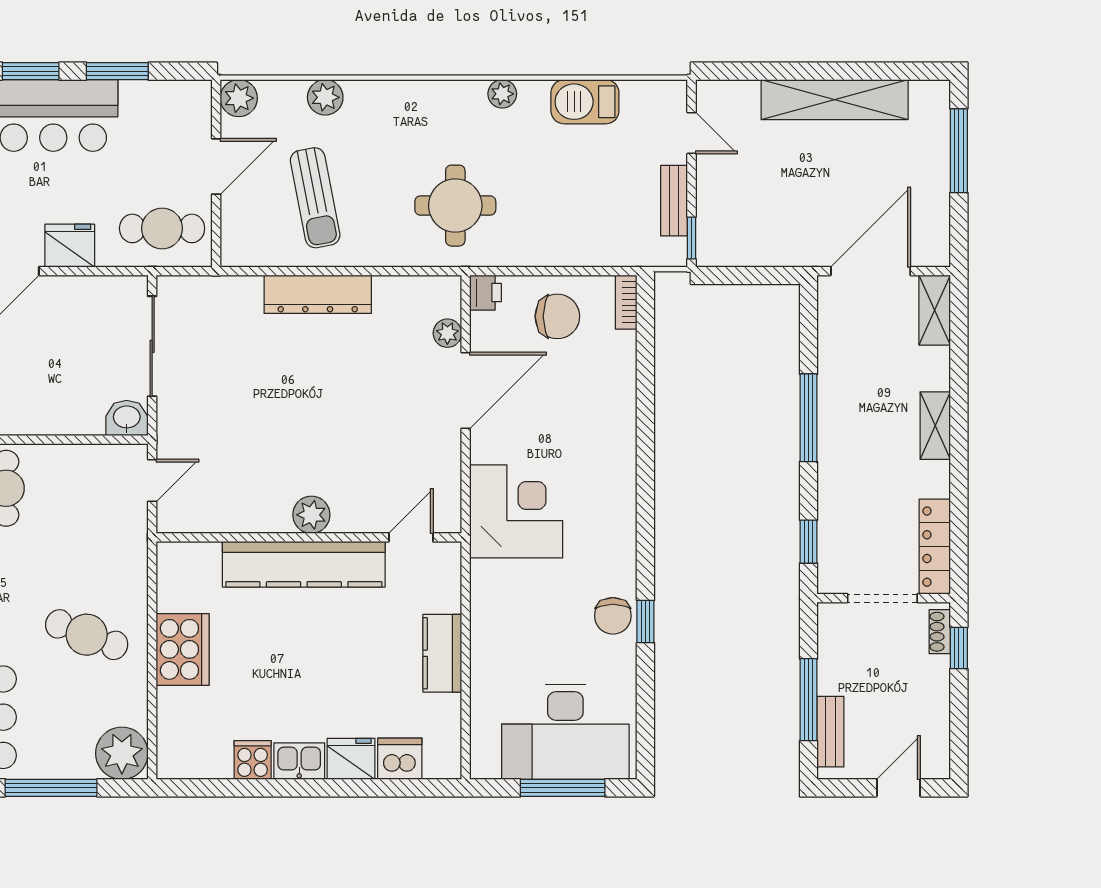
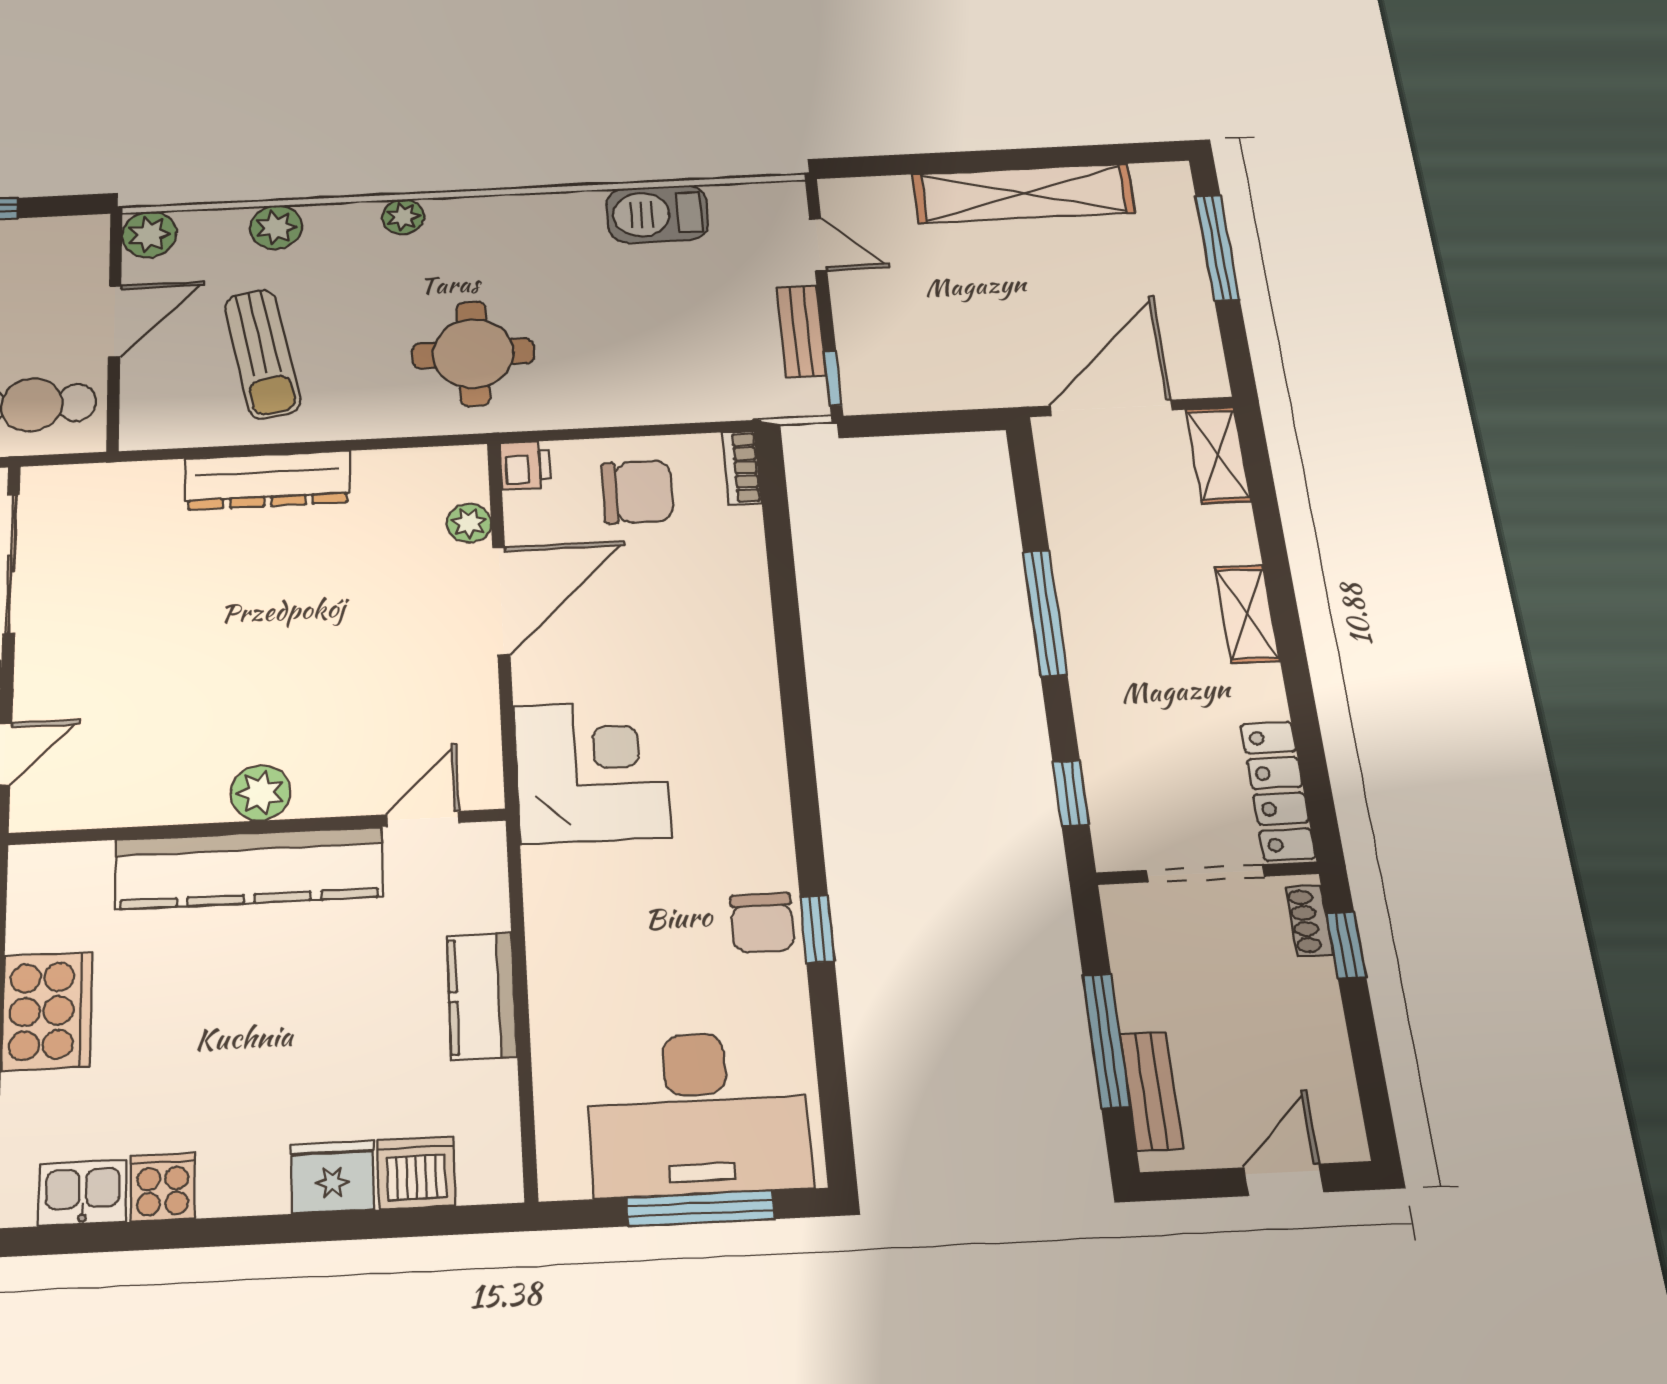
plant: (502, 94) -> (403, 217), moved
kitchen sink: (299, 761) -> (83, 1193), moved

